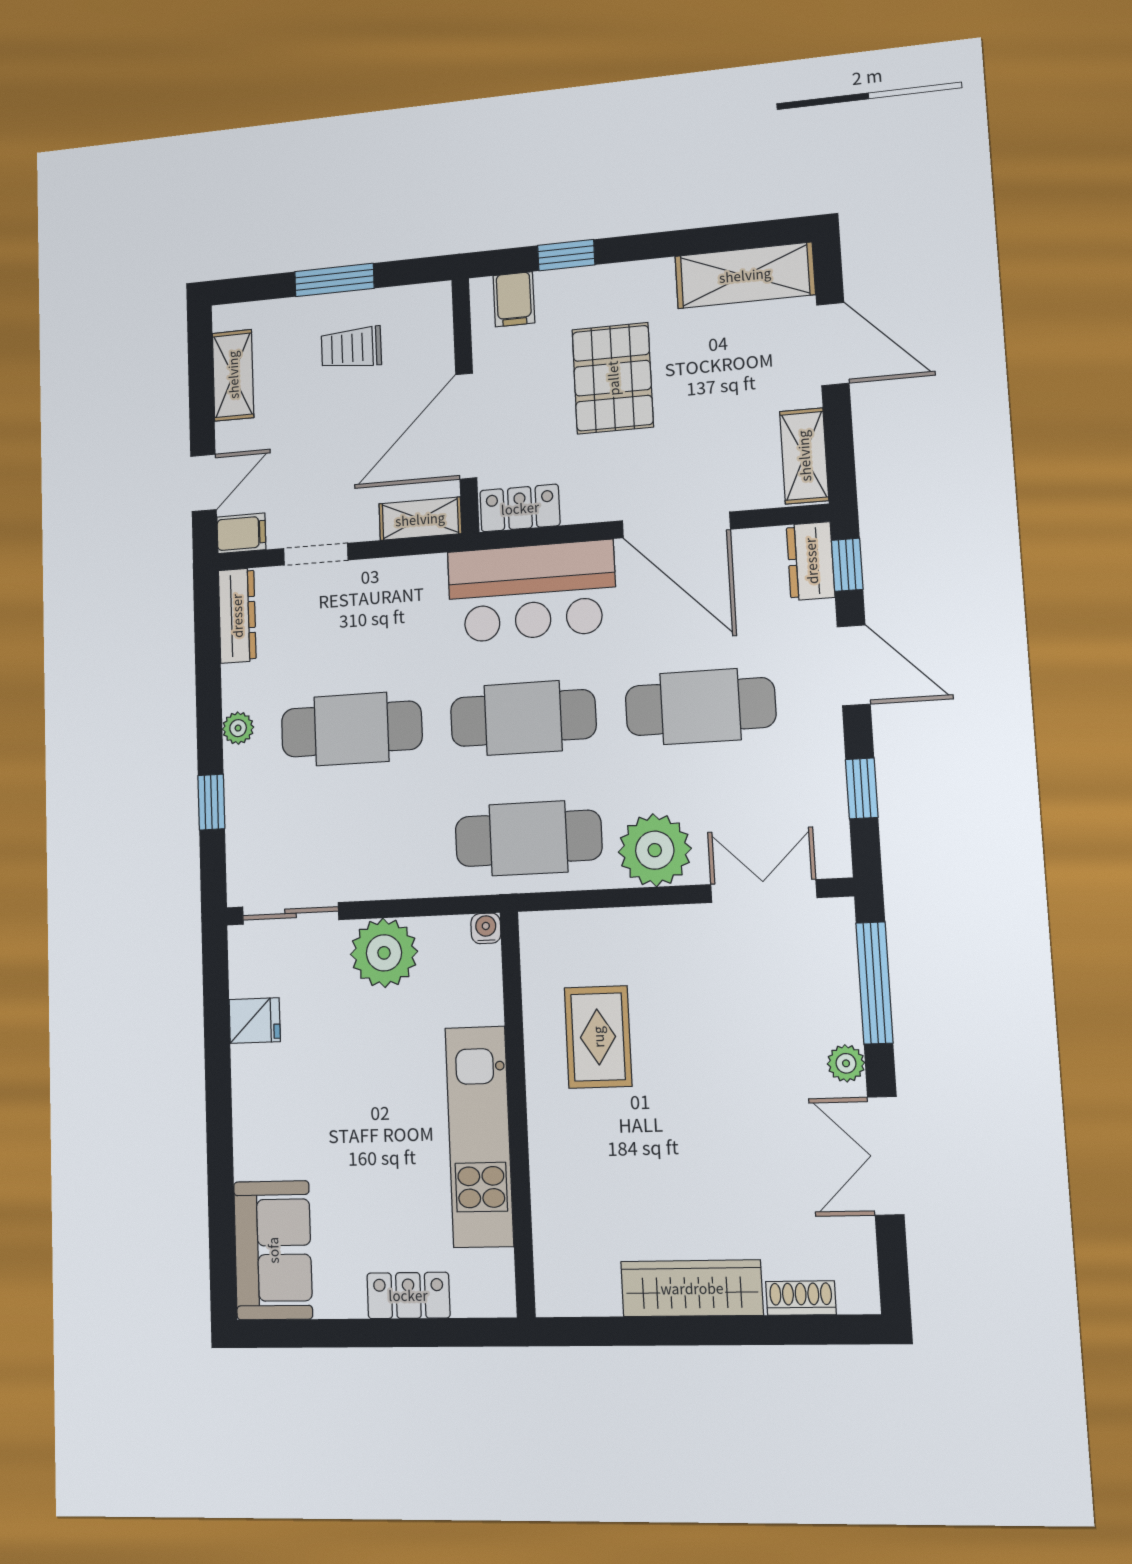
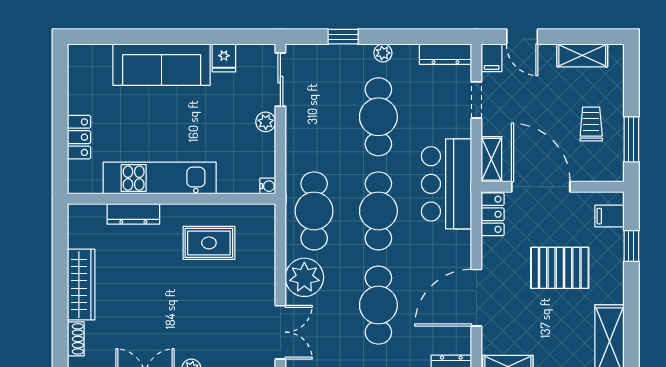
window: (334, 280) -> (631, 139), moved
bar counter: (532, 591) -> (447, 184), moved
plant: (384, 953) -> (266, 122), width x0.53, depth x0.53
dresser: (549, 1186) -> (133, 214), added
sofa: (273, 1250) -> (162, 65), moved, width x1.36

